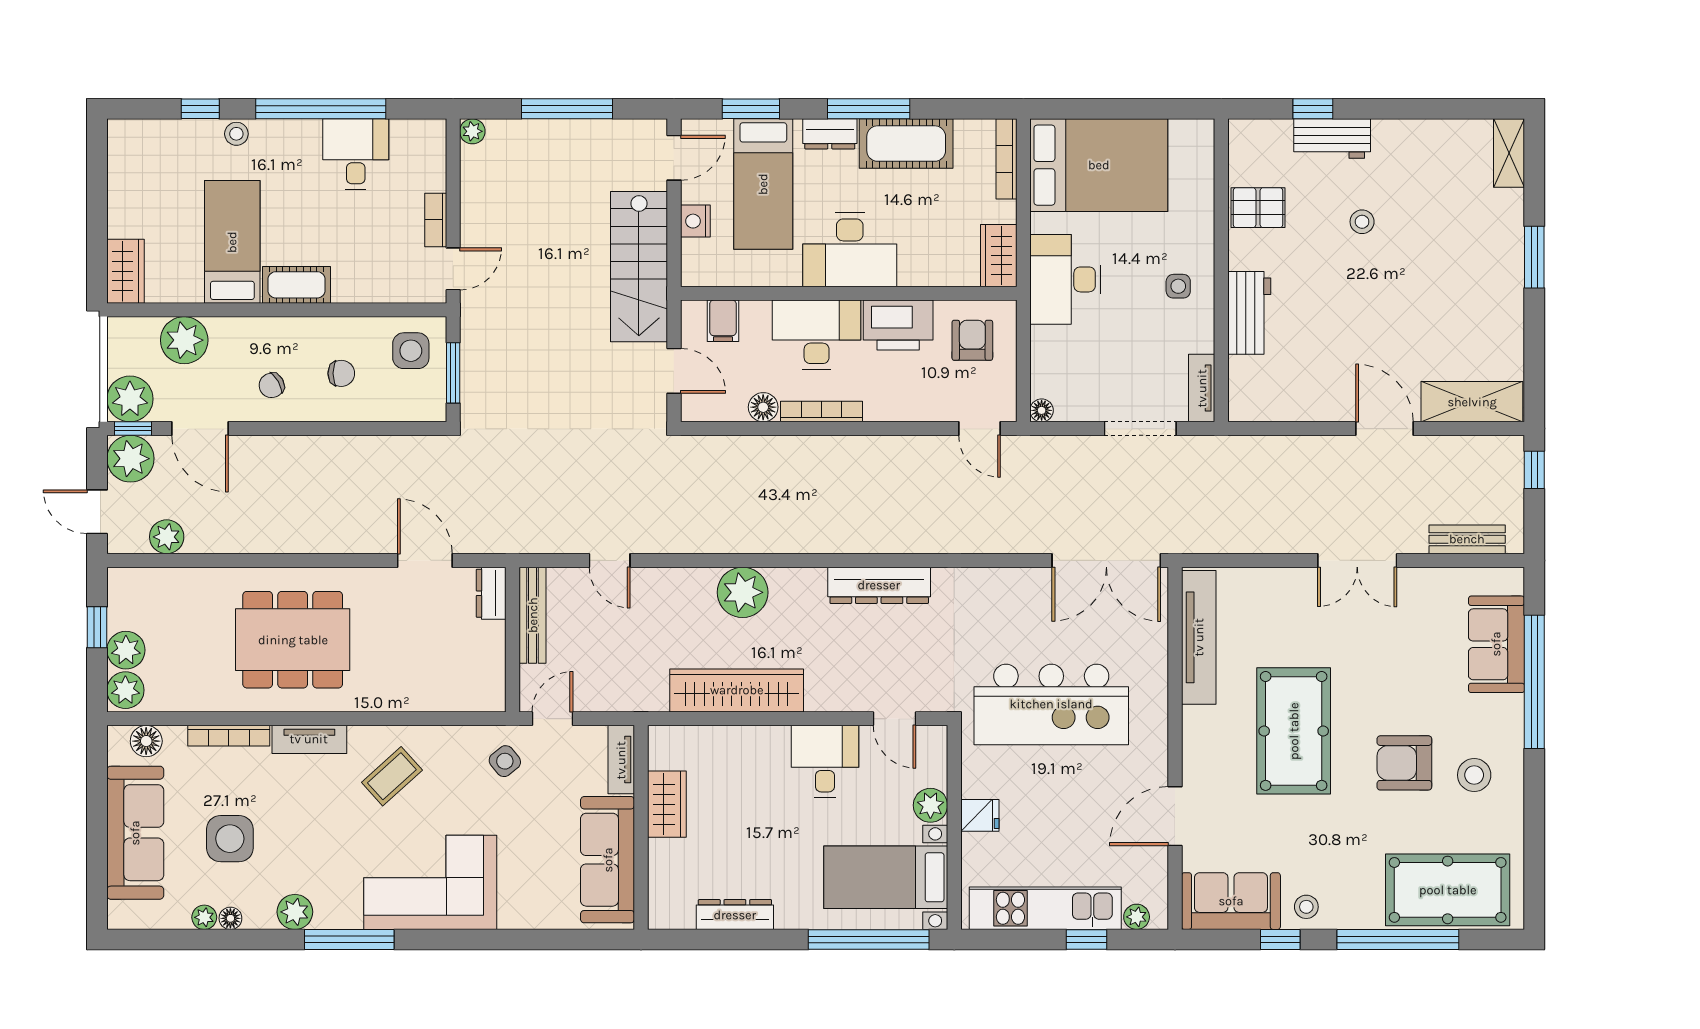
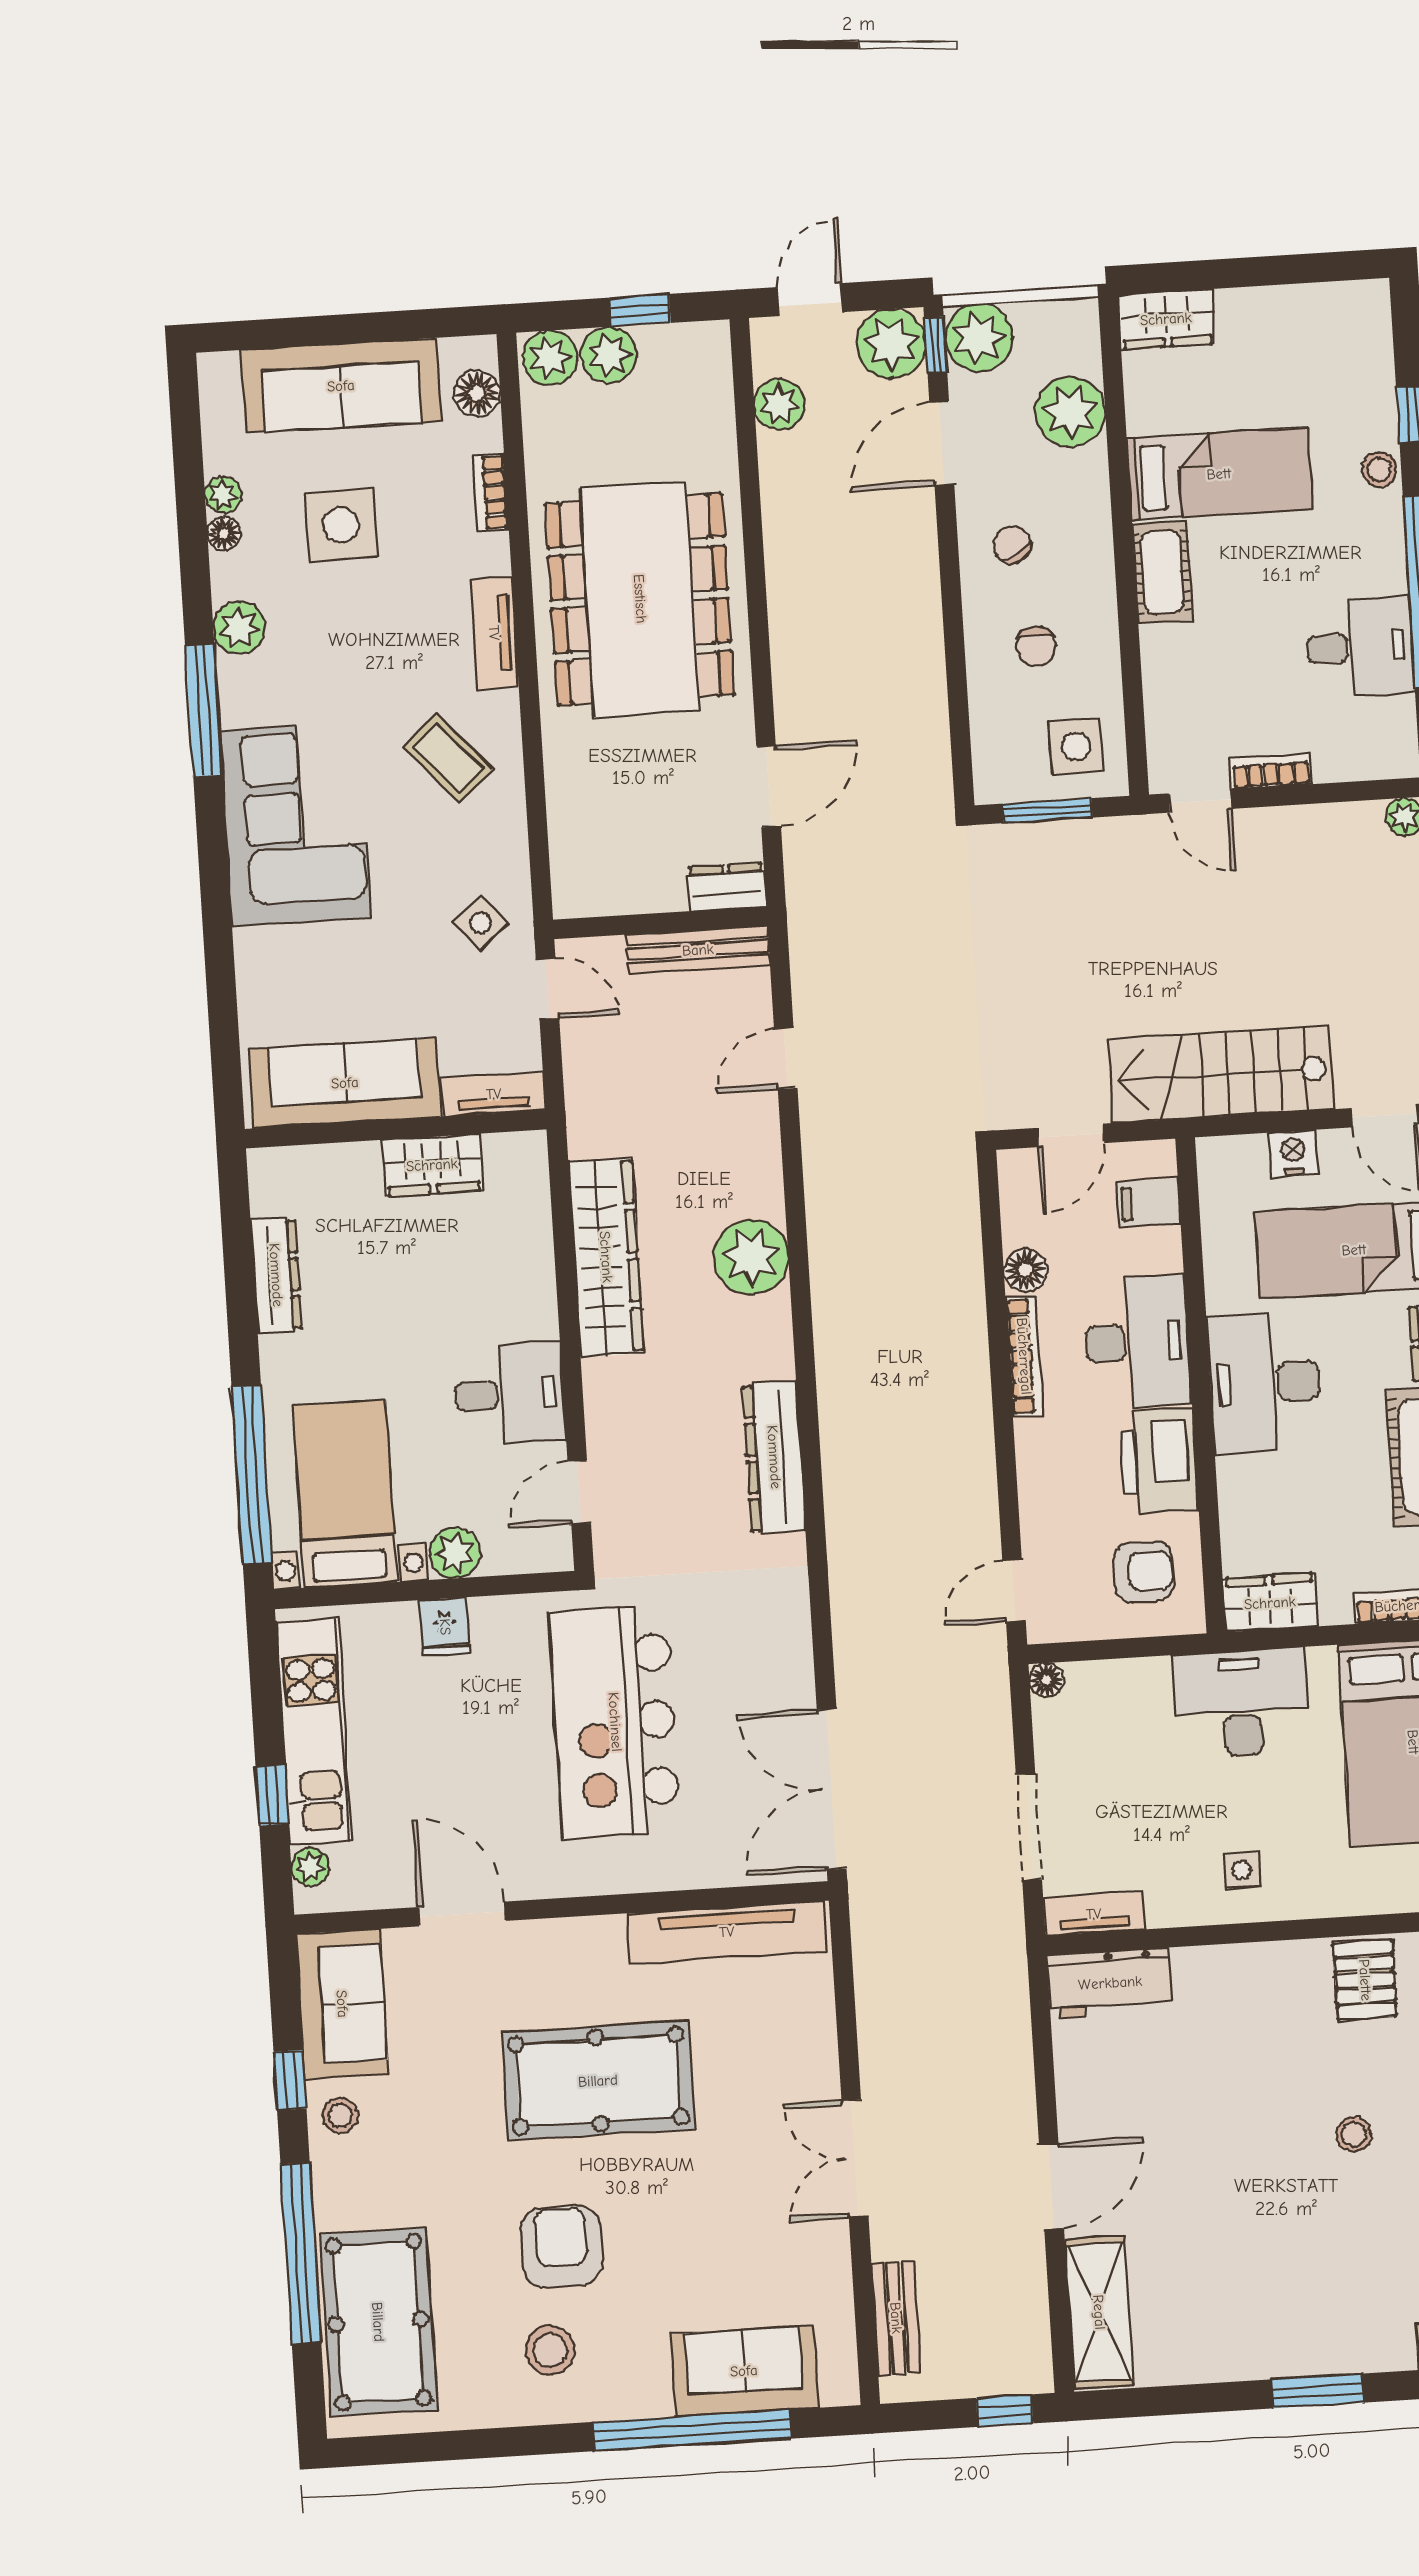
workbench: (1249, 313) -> (1110, 1983), moved
dining table: (293, 640) -> (640, 599), width x1.36, depth x1.24
bookcase: (229, 736) -> (491, 493), width x0.64

